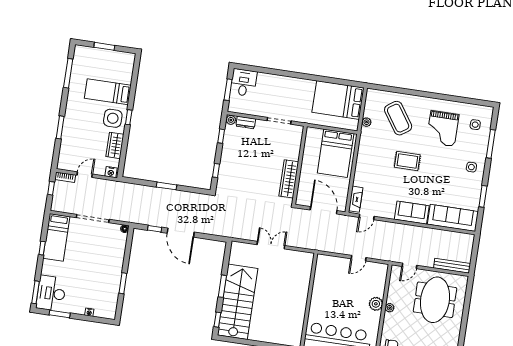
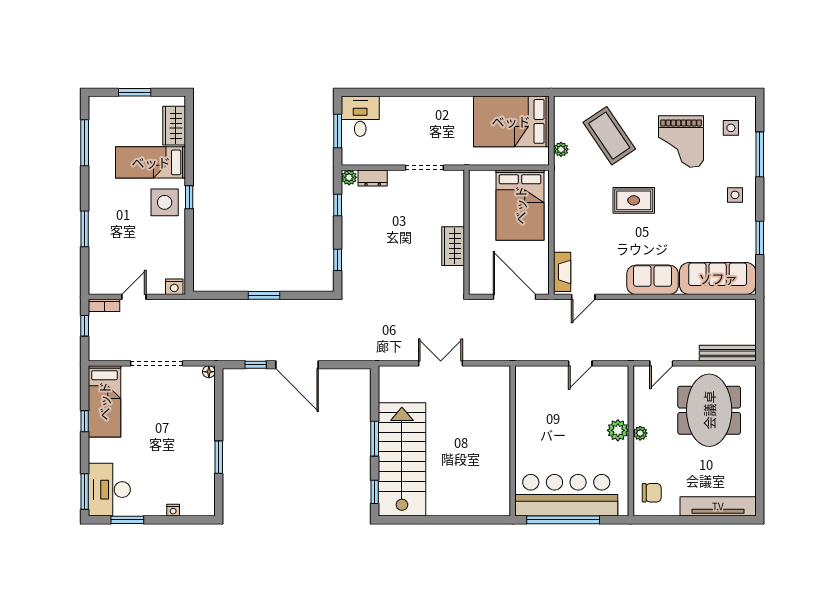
wardrobe: (115, 145) -> (174, 126), moved
wardrobe: (289, 179) -> (453, 246), width x0.67

